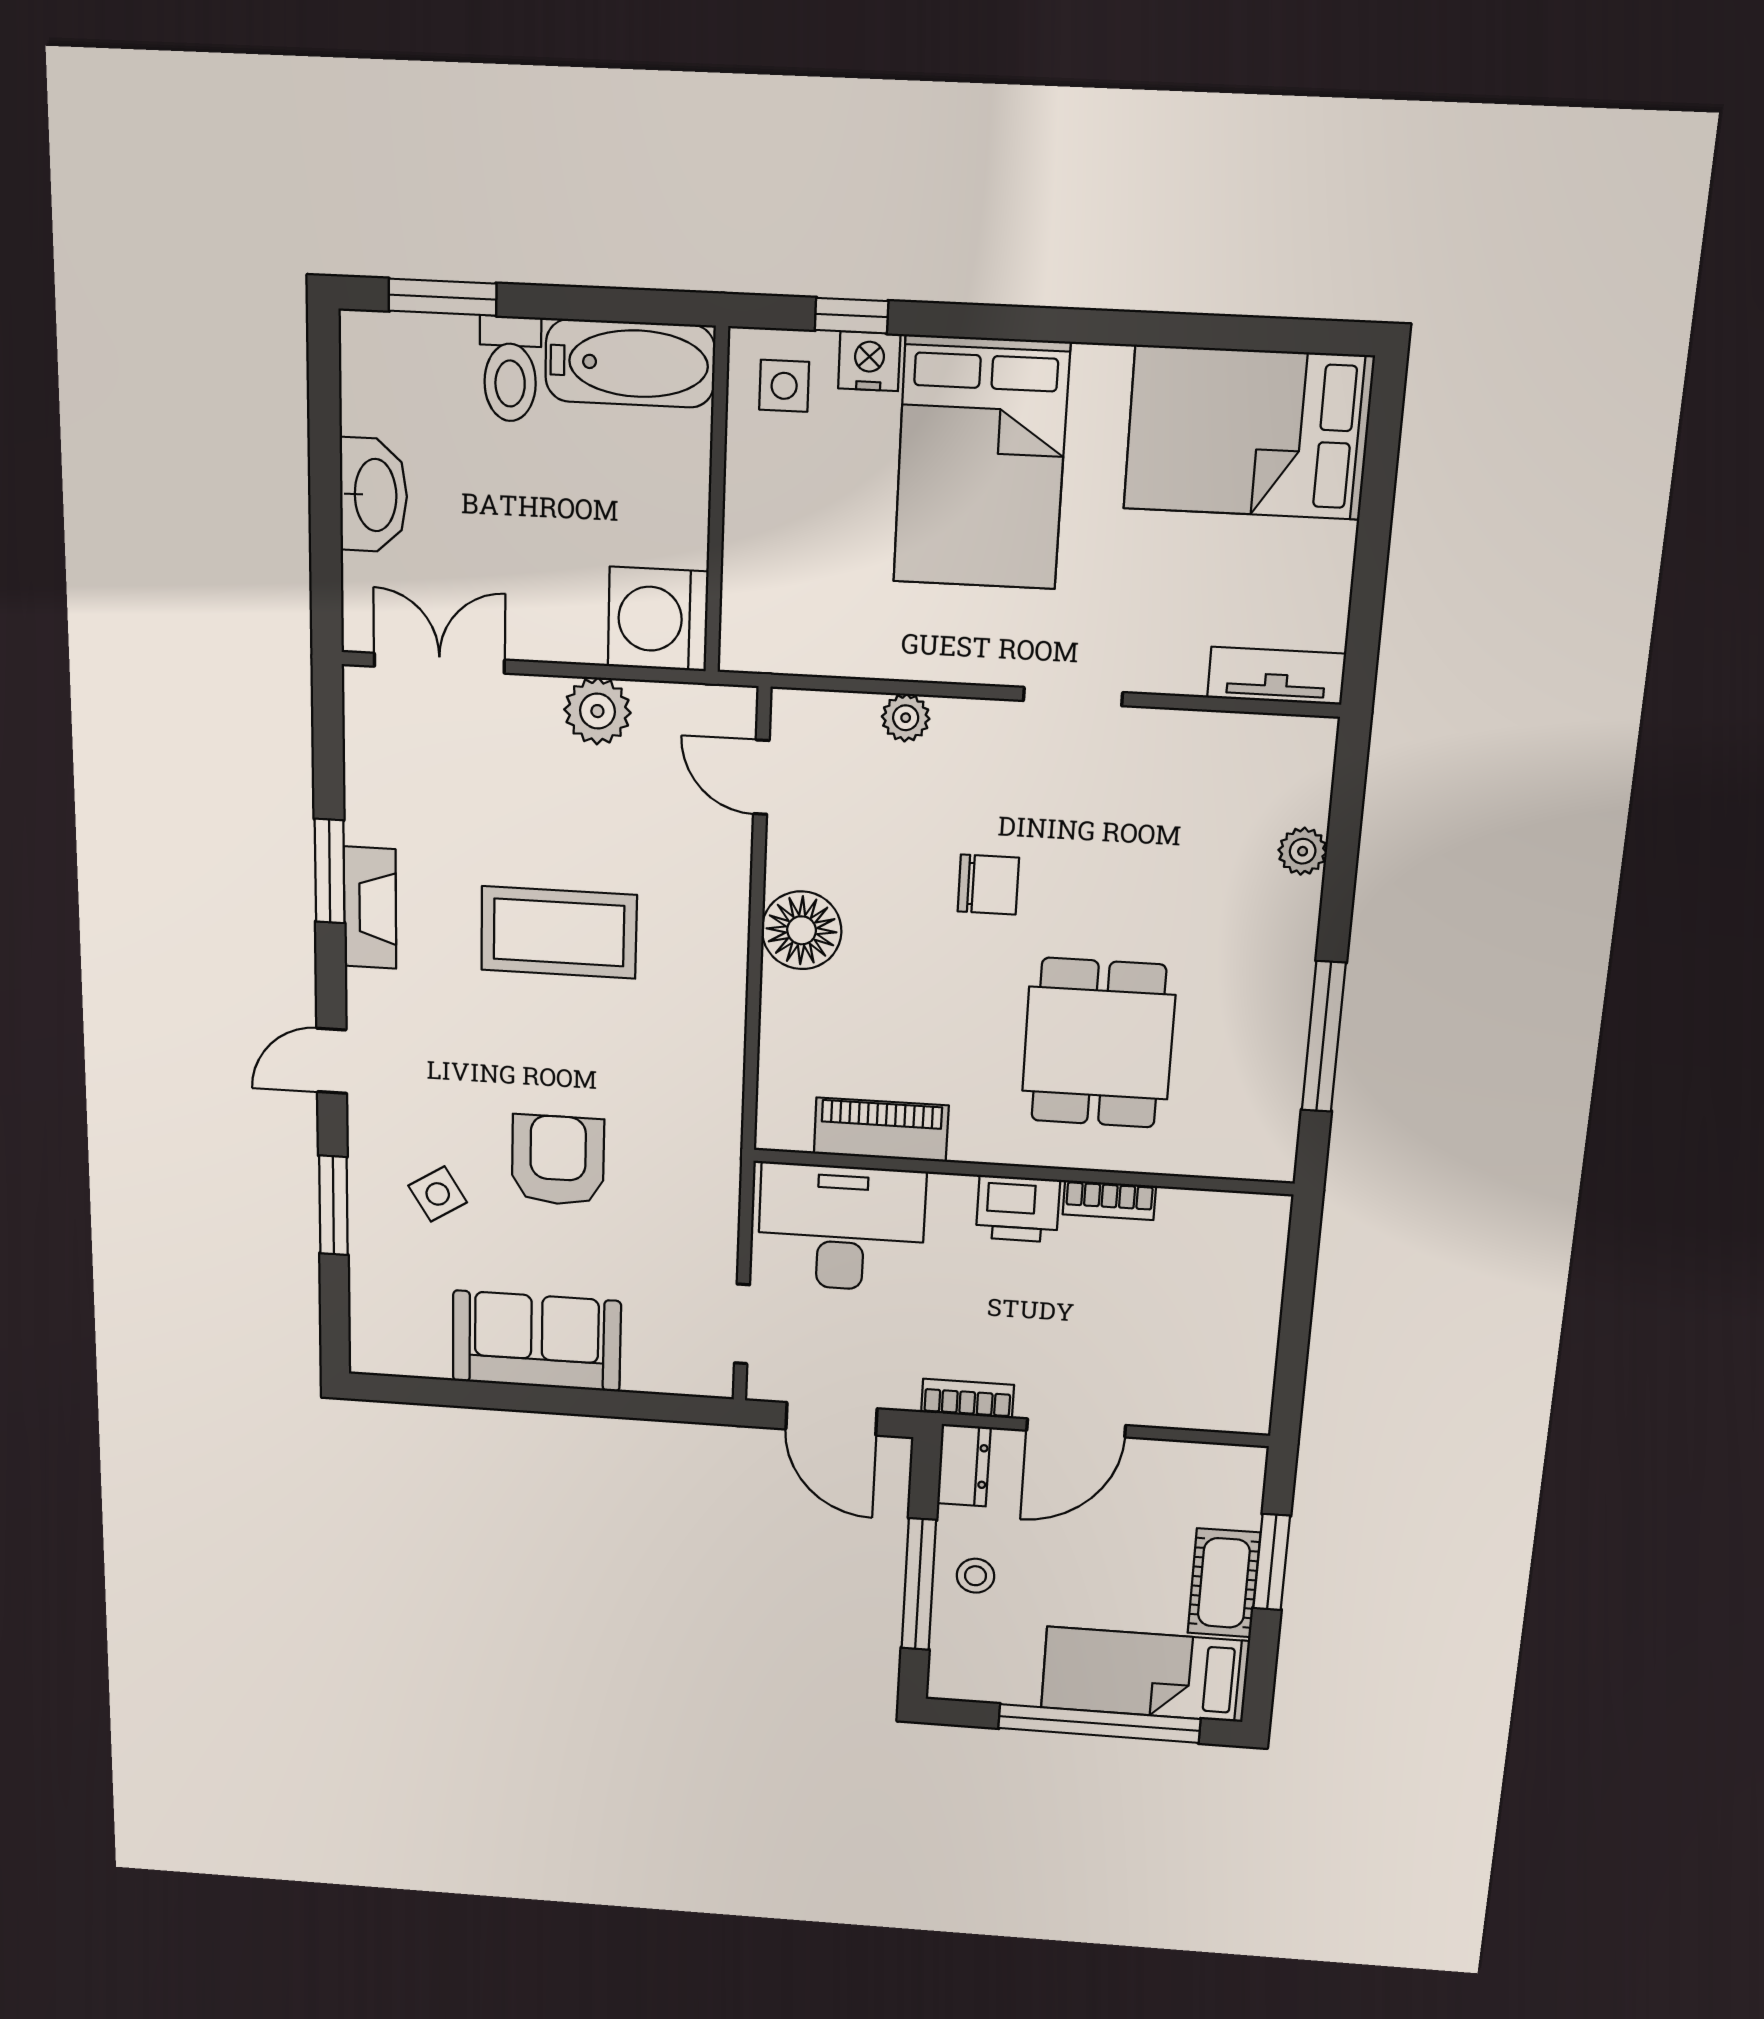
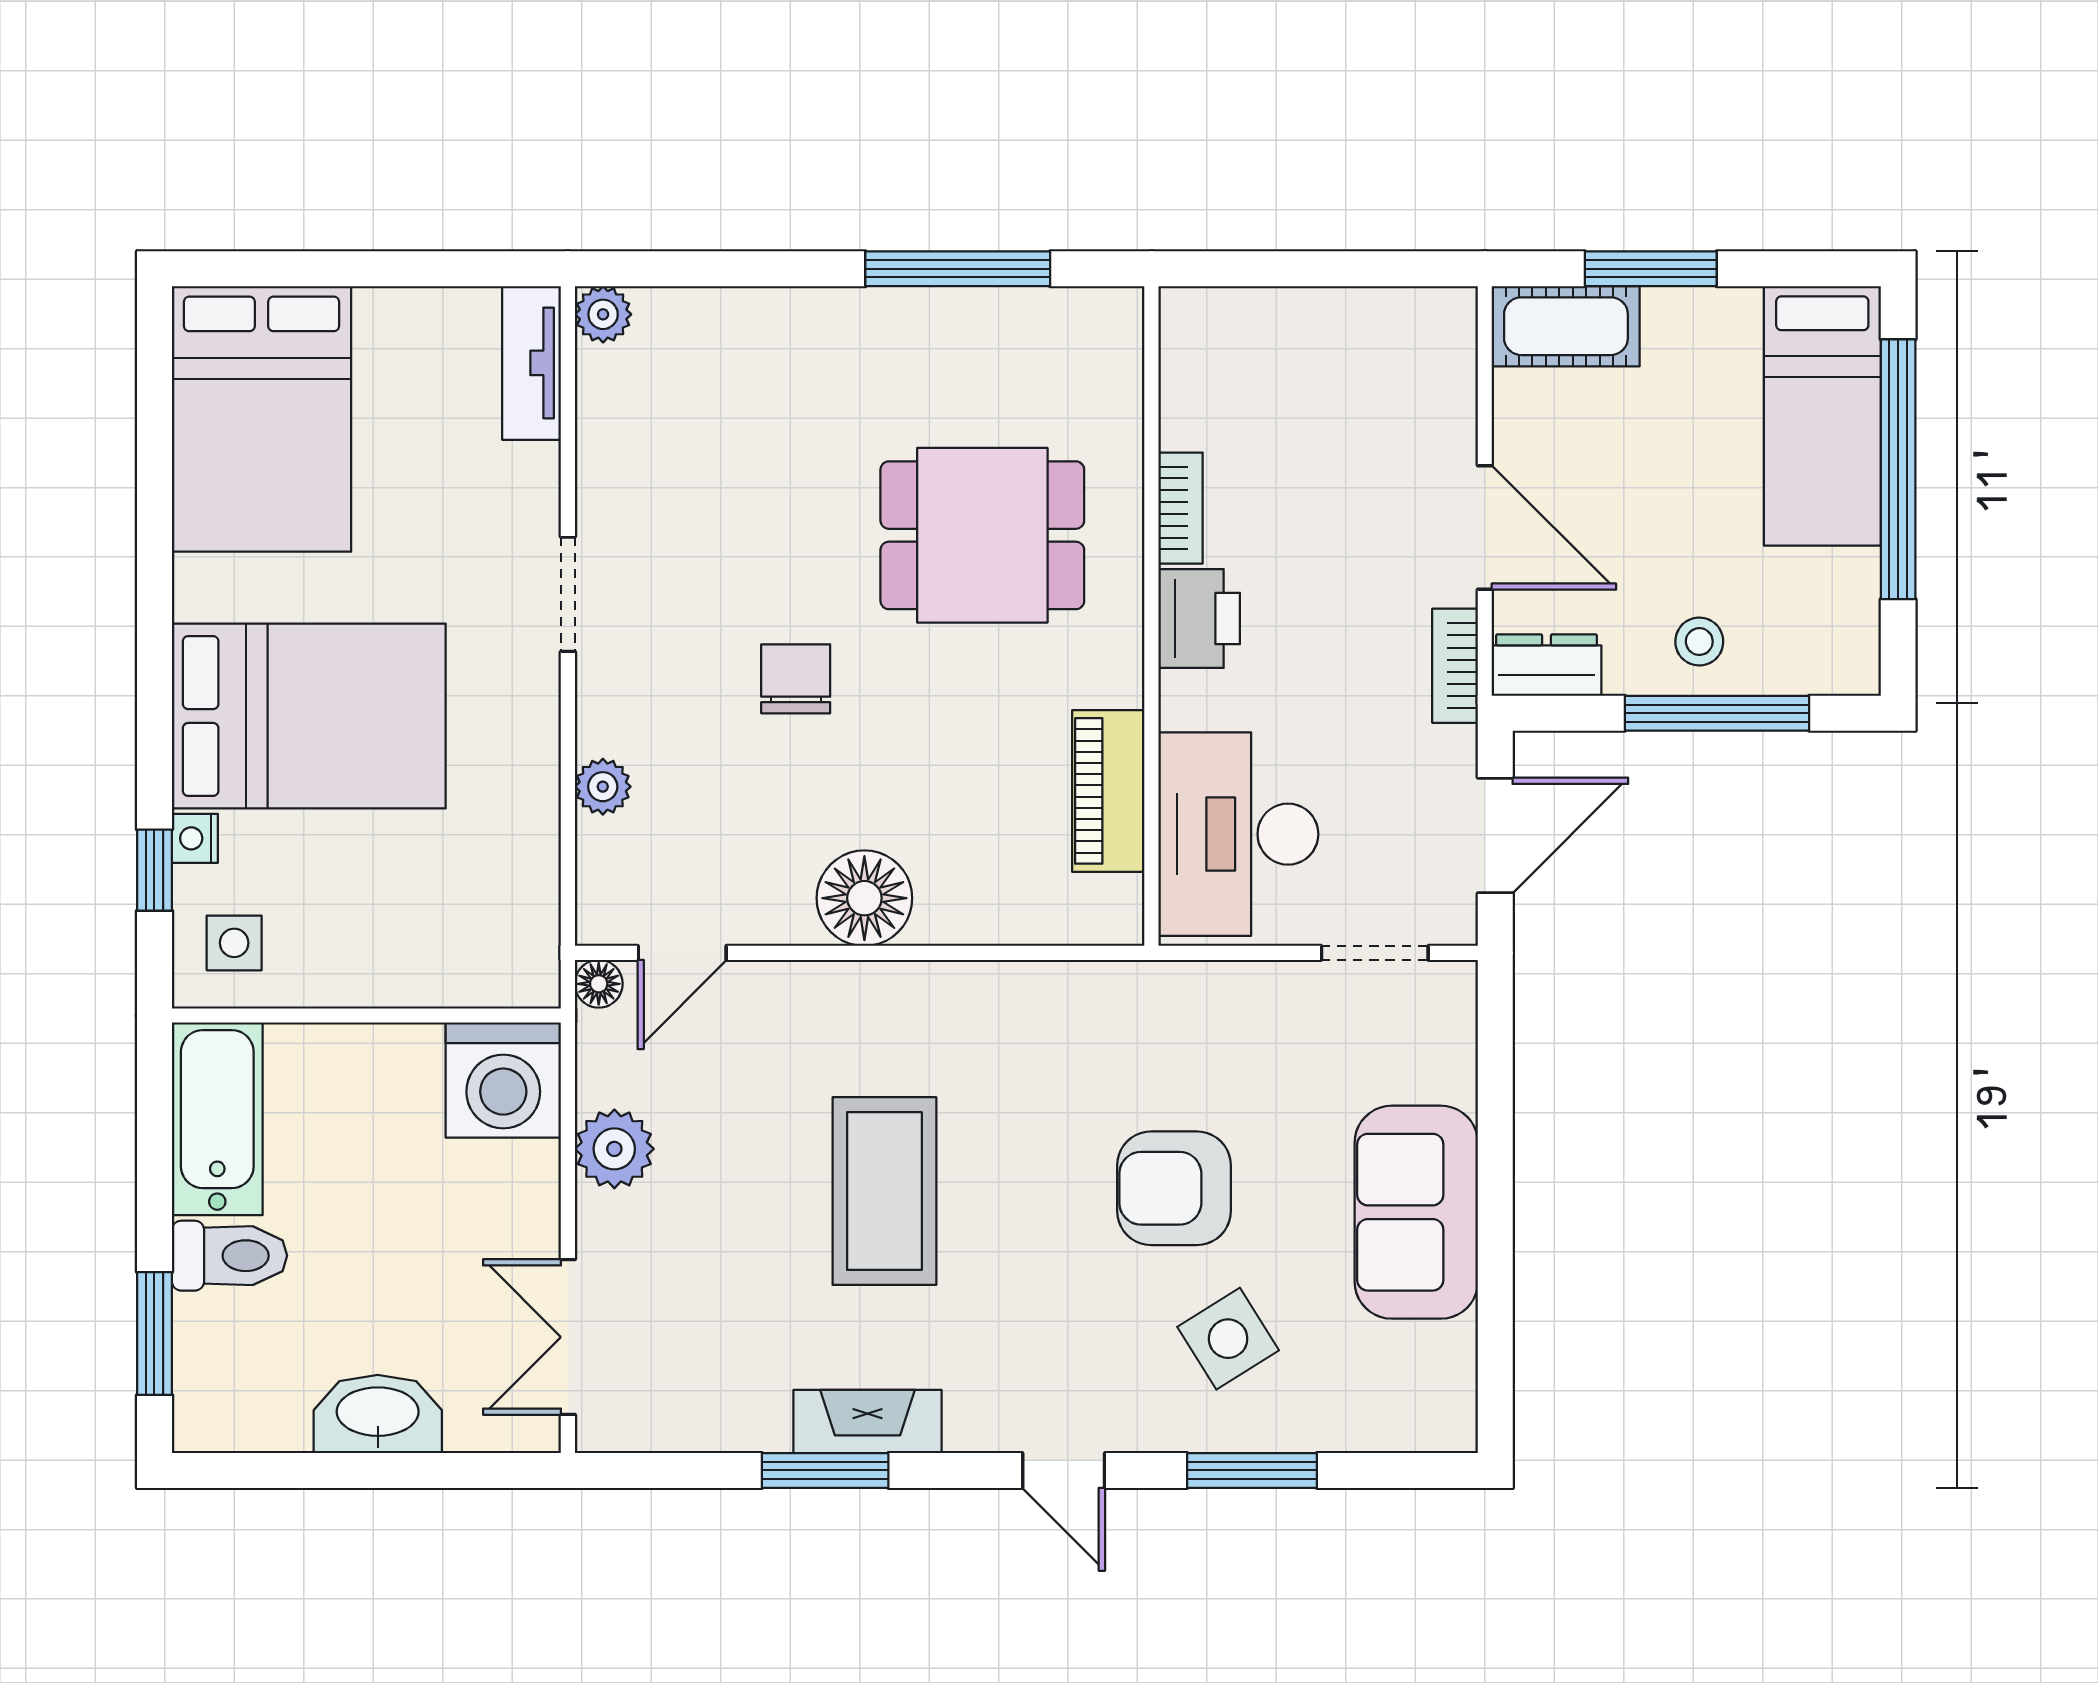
nightstand: (869, 361) -> (195, 838), width x0.72, depth x0.74
floor lamp: (738, 705) -> (599, 984), added
plant: (1303, 851) -> (603, 314), moved
side table: (438, 1194) -> (1228, 1339), width x1.37, depth x1.37
cot: (1224, 1583) -> (1566, 326), moved

